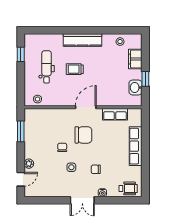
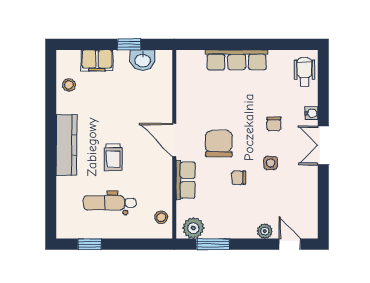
row of seats: (115, 114) -> (186, 180), moved
plant: (31, 119) -> (193, 228), added
double door: (82, 200) -> (323, 145), swing flipped

